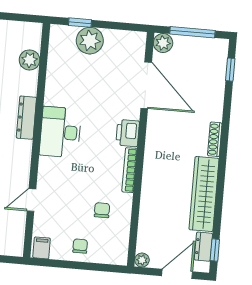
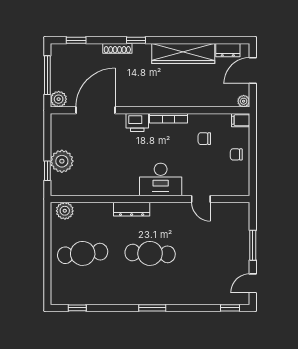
plant: (29, 60) -> (65, 211), moved
desk: (60, 132) -> (161, 179), moved
shoe rack: (215, 139) -> (117, 48), moved
filing cabinet: (42, 248) -> (241, 120), moved
window: (215, 250) -> (136, 40), moved
door: (177, 274) -> (253, 71), hinge flipped

